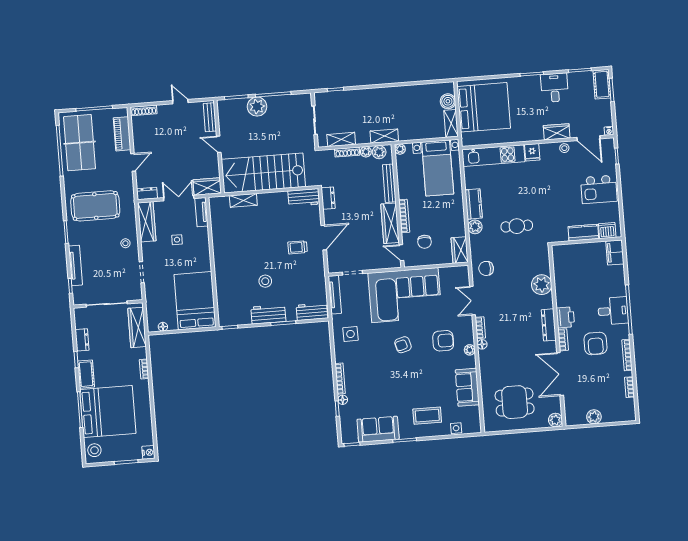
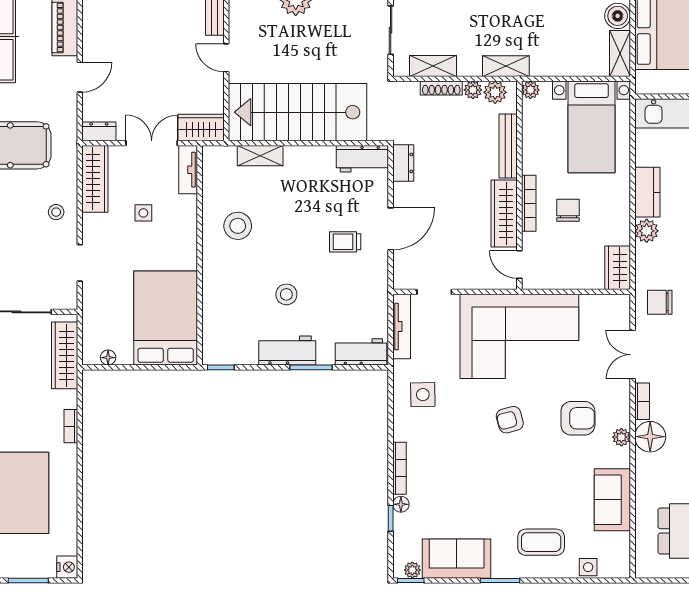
chair: (425, 242) -> (568, 210), moved, turned 180
stool: (233, 243) -> (238, 226), added
floor lamp: (482, 344) -> (650, 437), width x1.89, depth x1.89
plant: (352, 438) -> (412, 570), added

